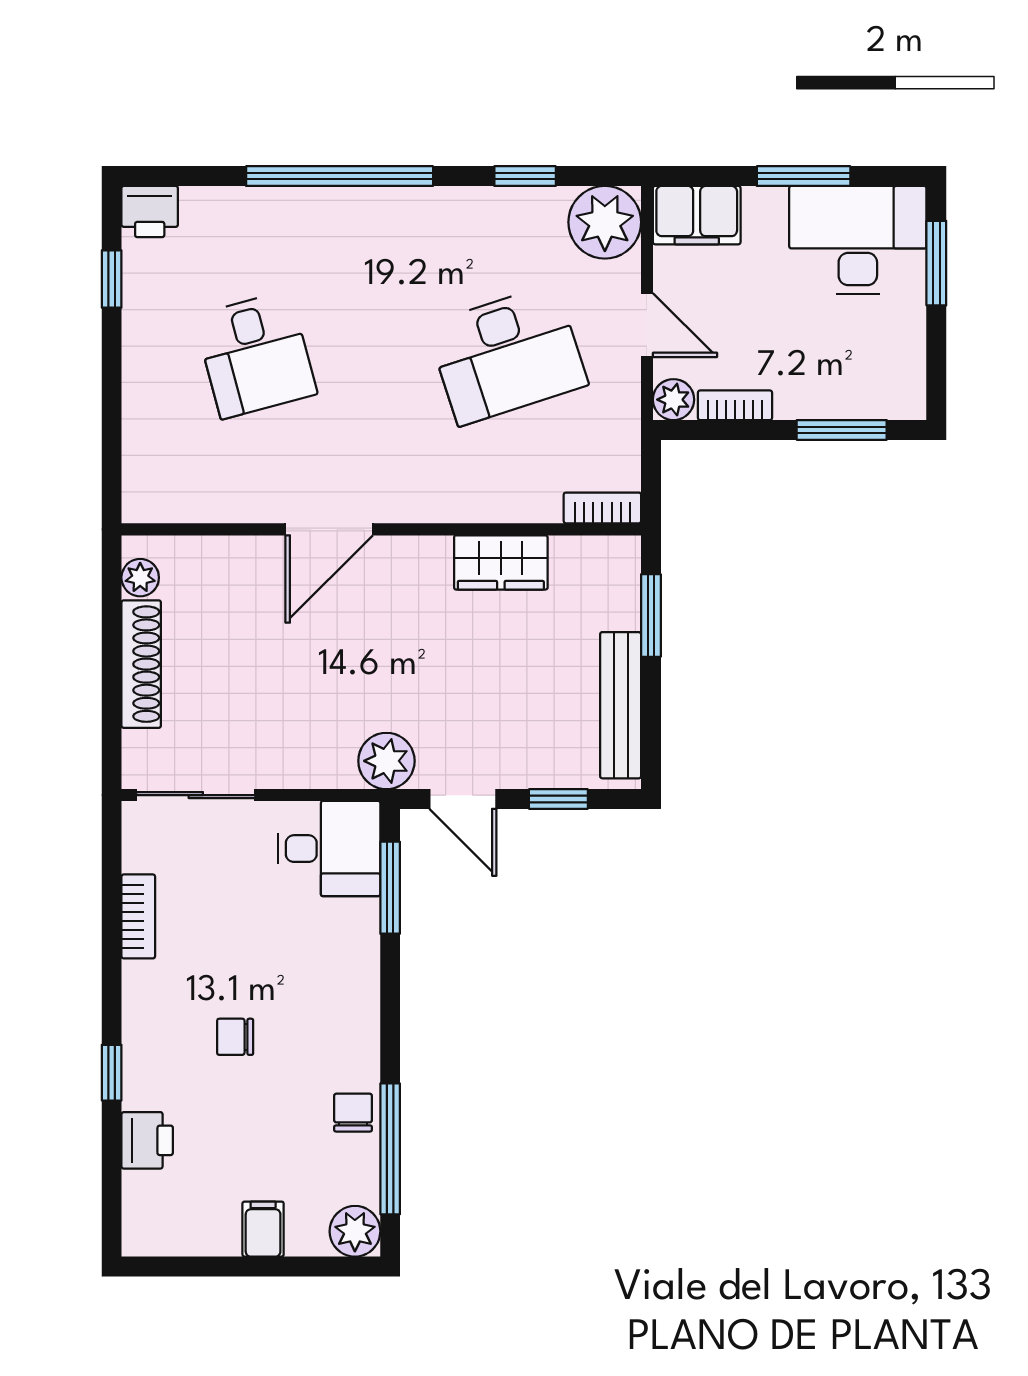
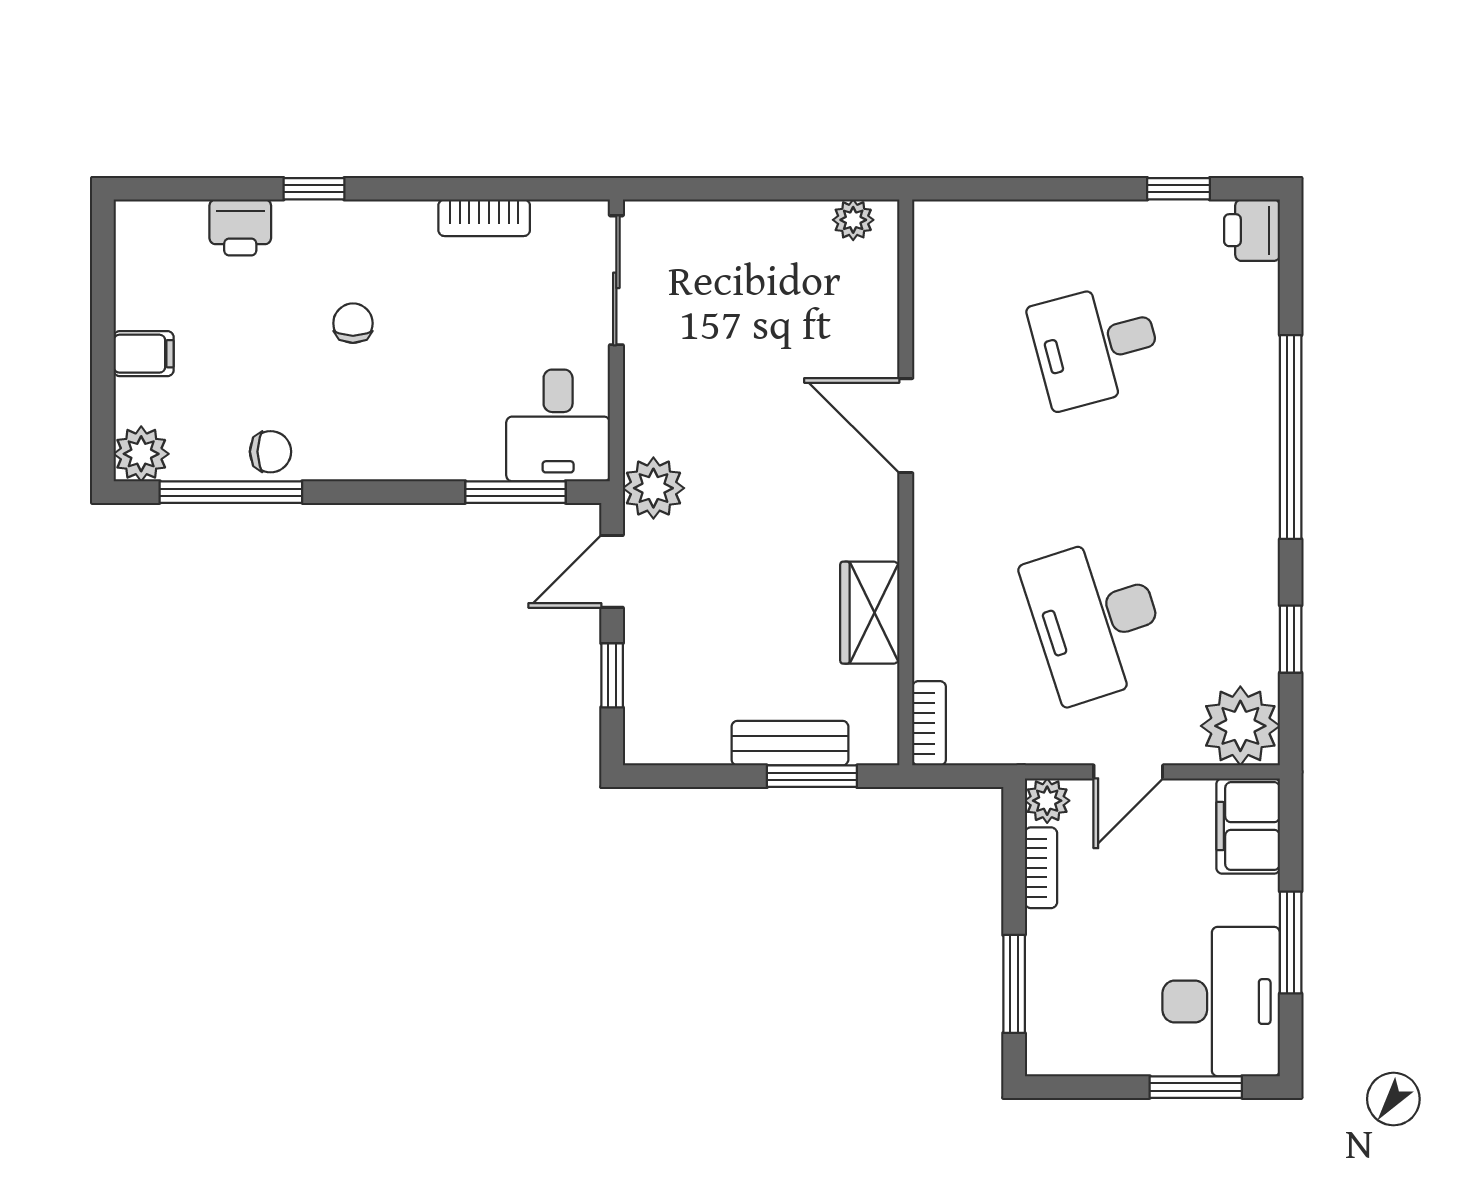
shoe rack: (141, 664) -> (759, 221), removed
bench: (621, 705) -> (790, 743), moved, width x0.73

